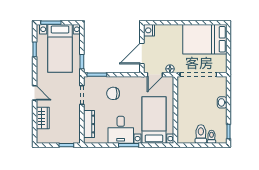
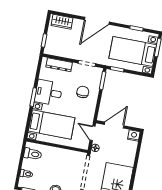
door: (142, 53) -> (114, 125), hinge flipped
door: (35, 93) -> (97, 21), width x1.88
wardrobe: (43, 118) -> (62, 22), moved
toilet: (201, 134) -> (33, 154), moved

